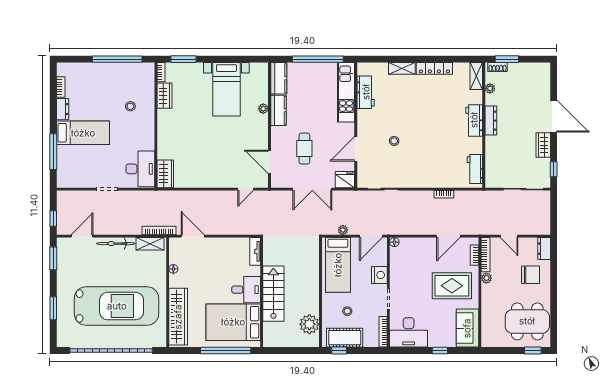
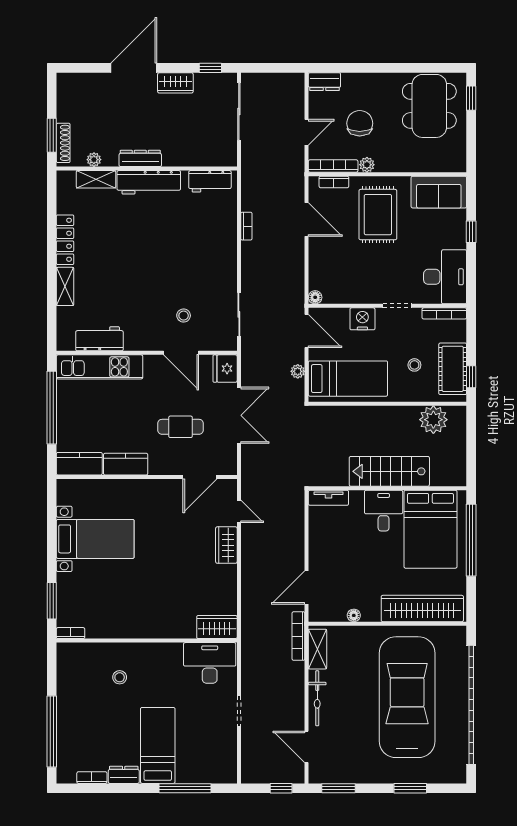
window: (117, 59) -> (52, 732), moved
shoe rack: (498, 67) -> (63, 143), width x1.43
shelving: (476, 76) -> (96, 179), moved
wardrobe: (165, 96) -> (226, 545), moved, turned -90
plant: (263, 109) -> (123, 486), removed
workbench: (474, 120) -> (149, 182), width x1.37
stool: (394, 141) -> (184, 316), moved
chair: (530, 275) -> (360, 123), moved

